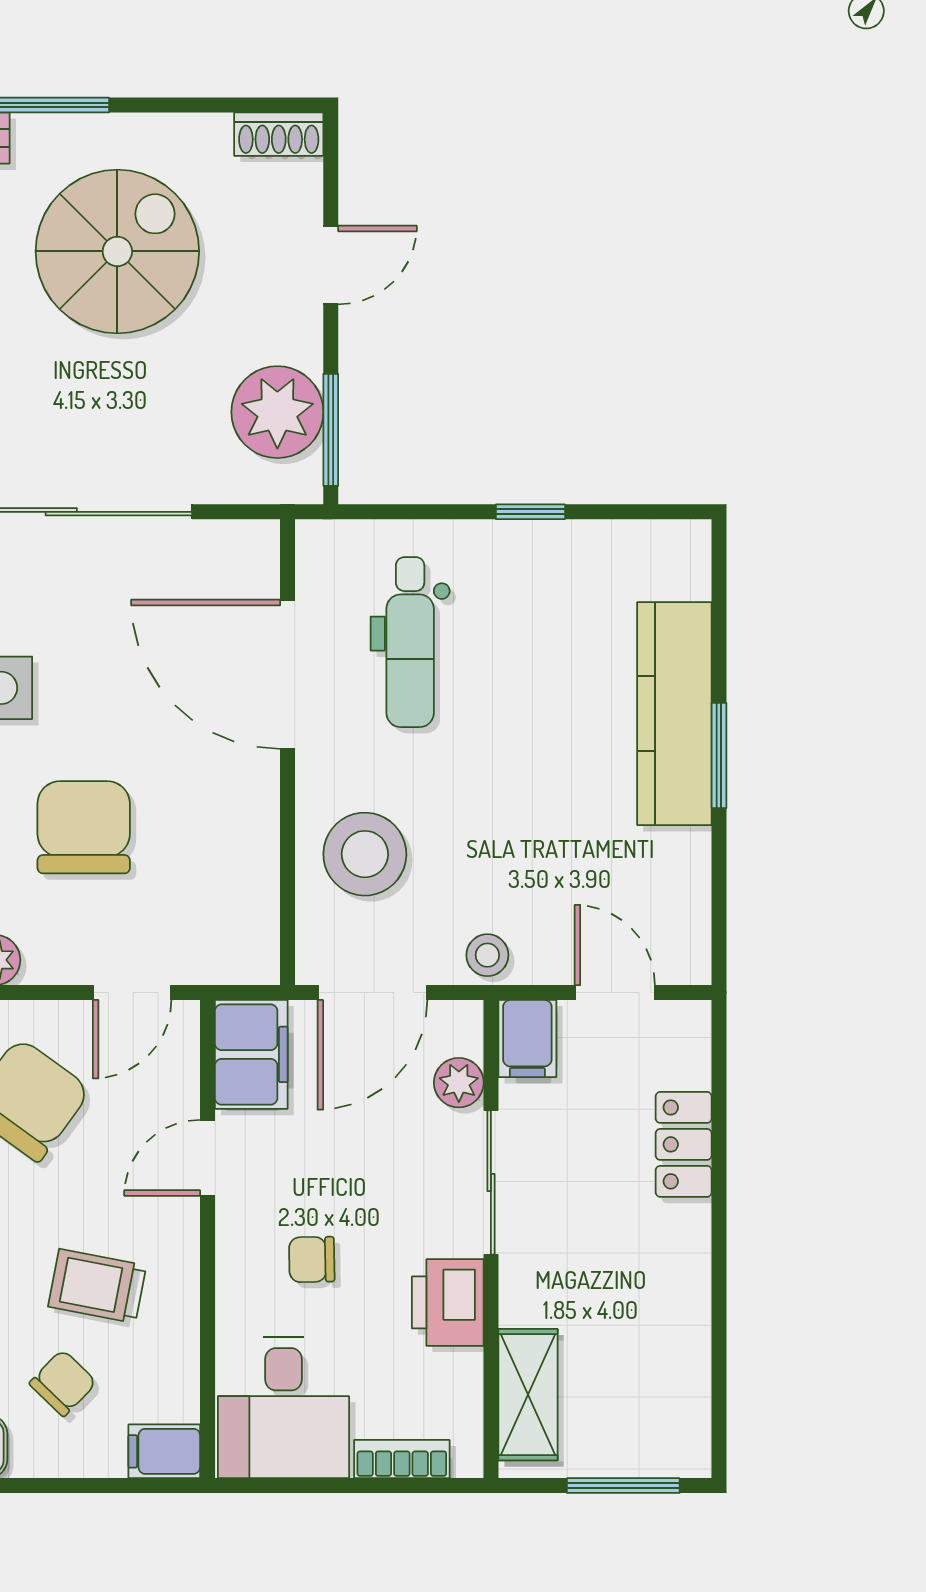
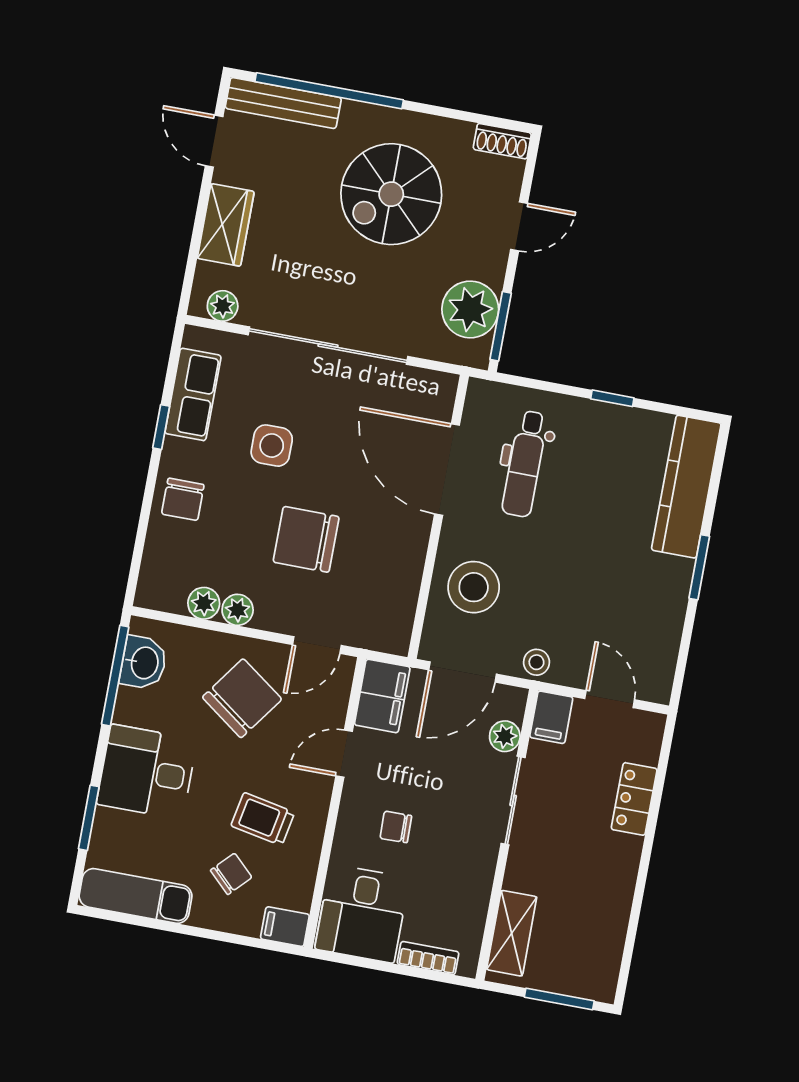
spiral stairs: (117, 251) -> (391, 194), turned 180
kitchen counter: (674, 714) -> (686, 487), moved
chair: (84, 827) -> (306, 539), turned -90
printer: (448, 1302) -> (473, 868), removed

